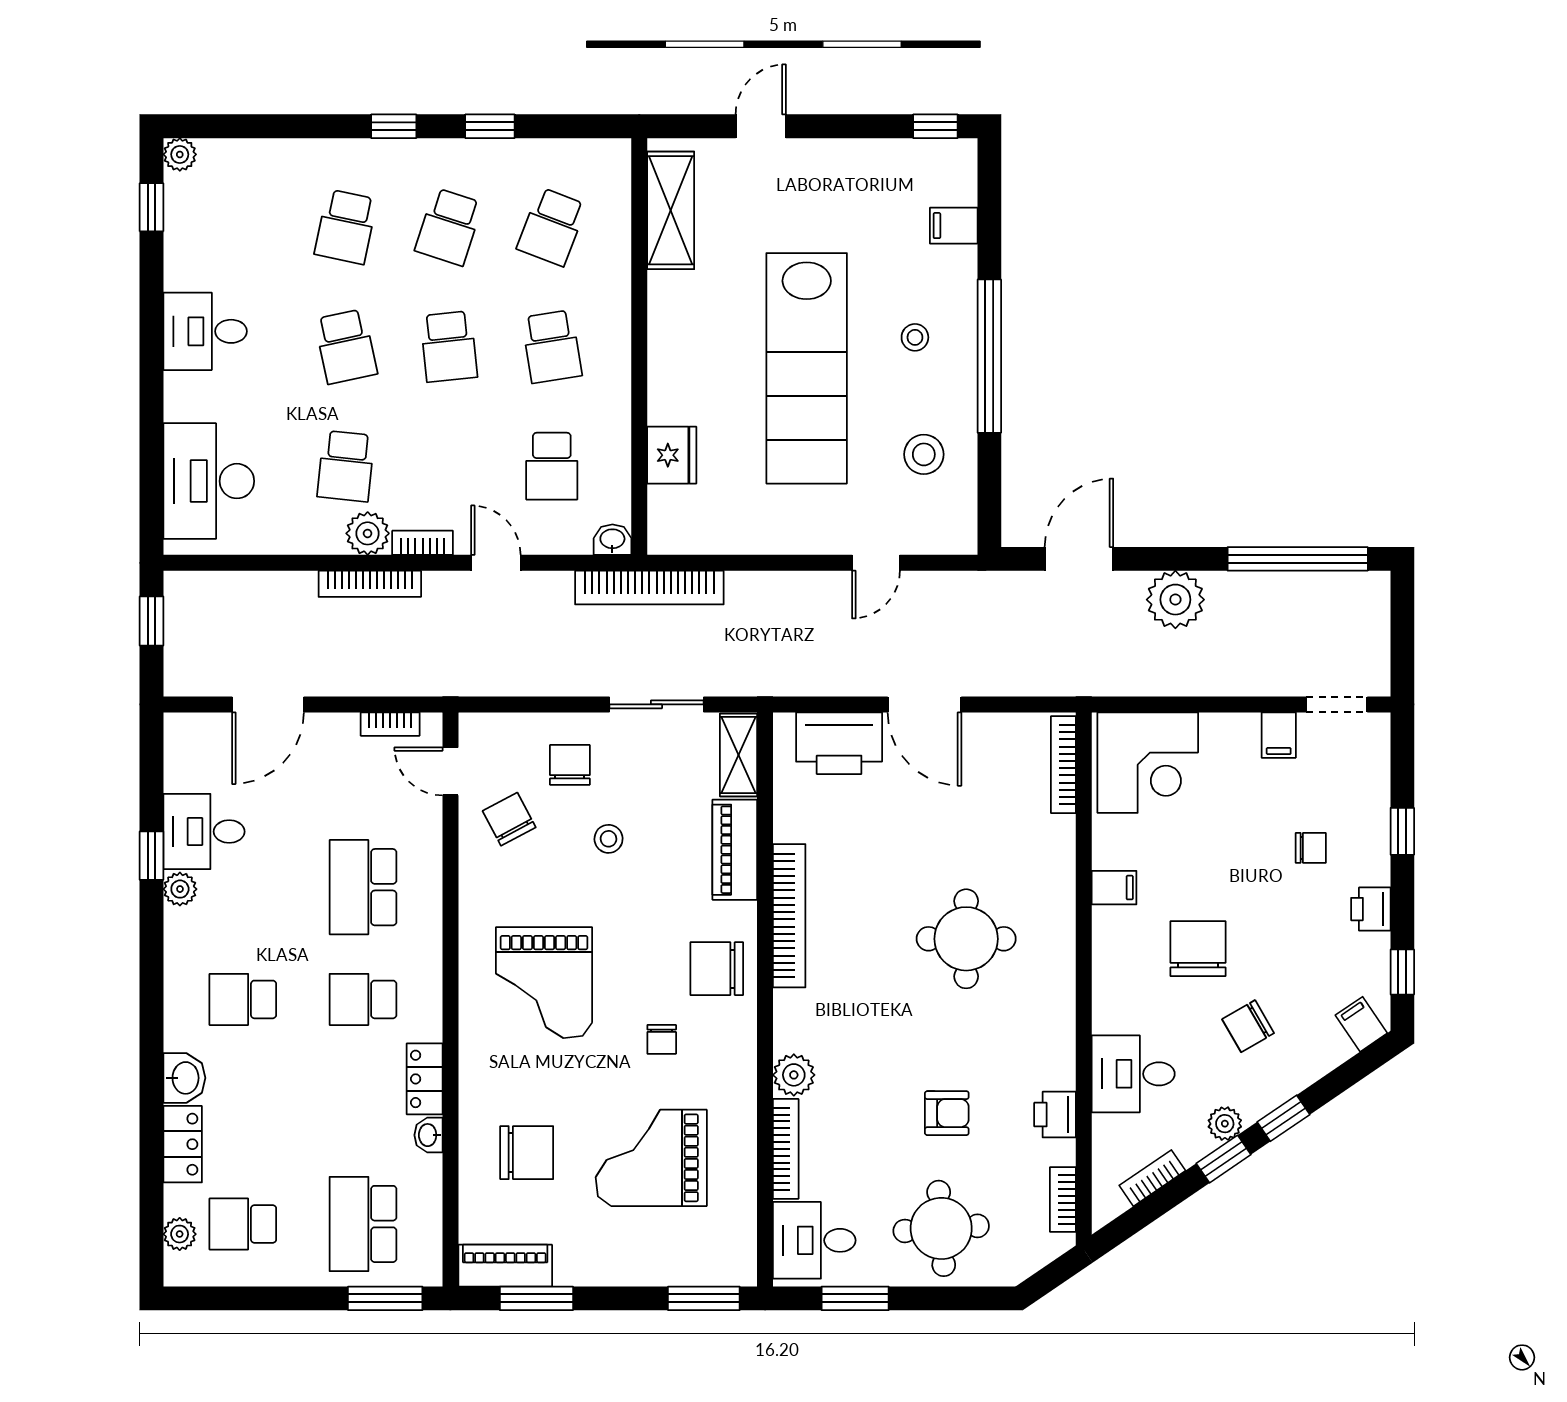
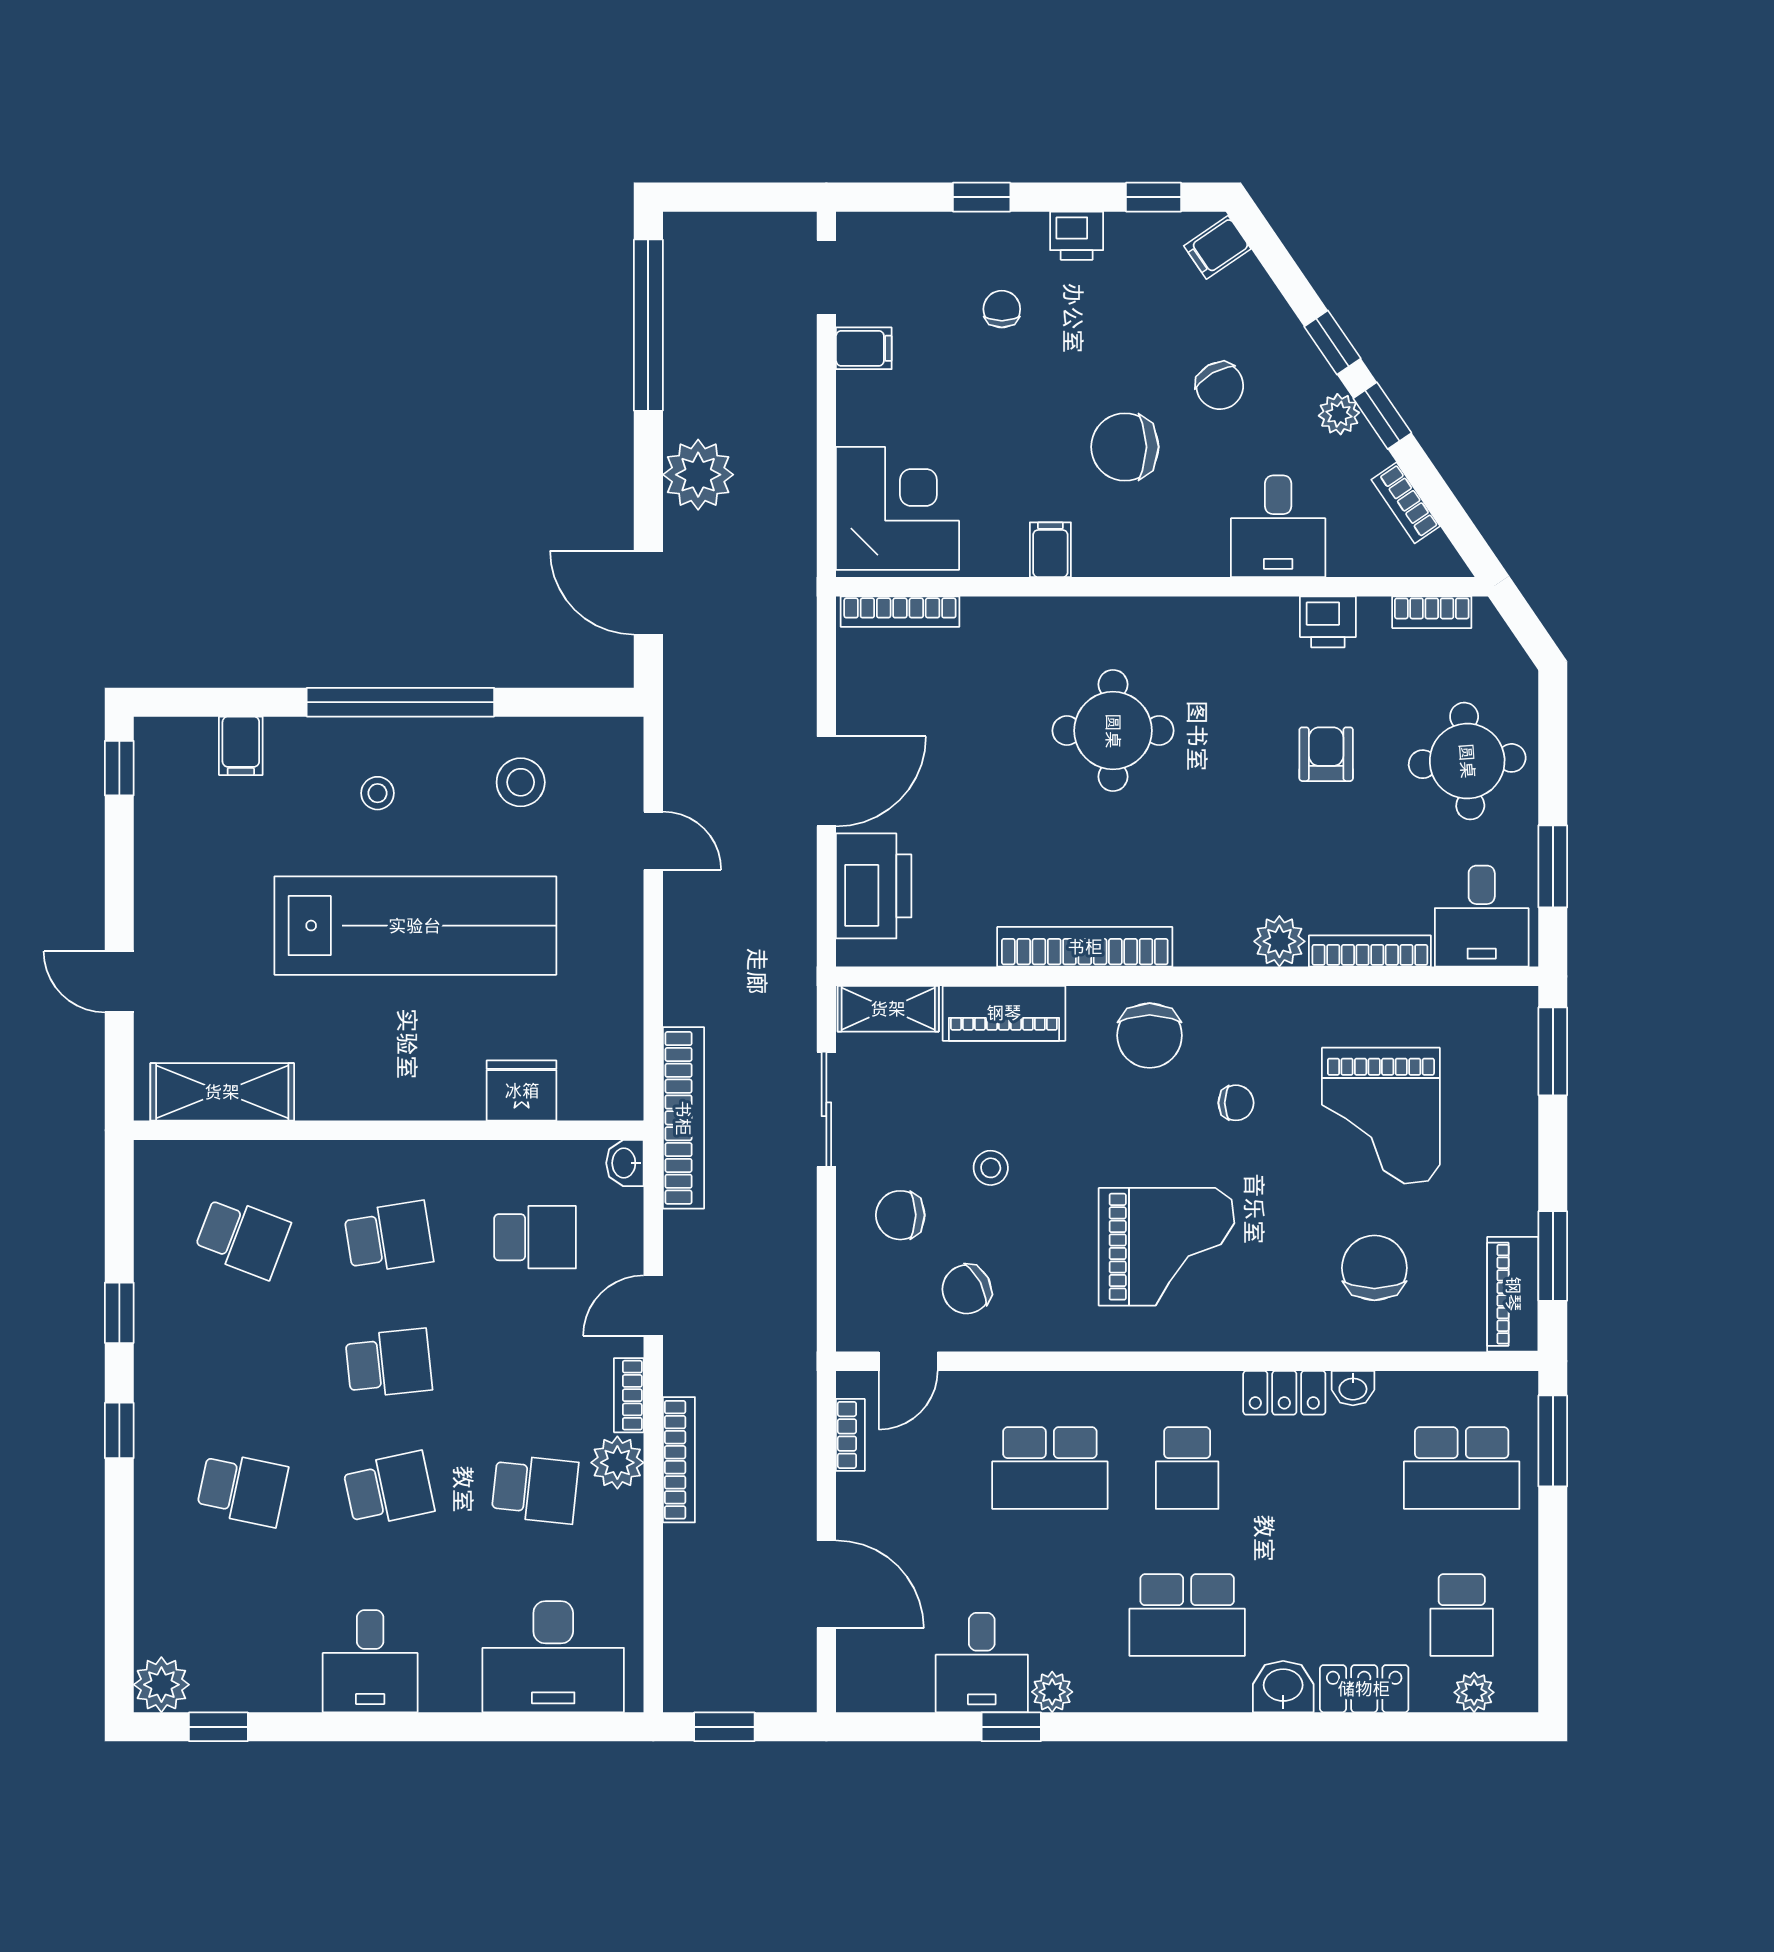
plant: (180, 154) -> (161, 1685), width x1.38, depth x1.38
school desk: (449, 227) -> (242, 1363), removed
school desk: (243, 999) -> (1187, 1615), width x1.85

